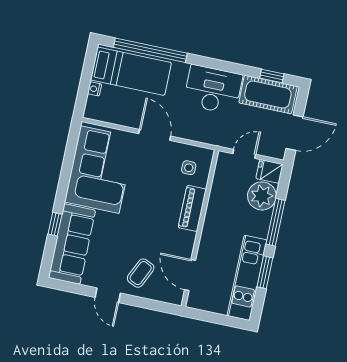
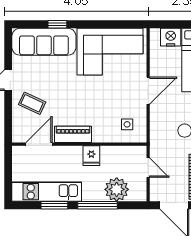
nightstand: (95, 89) -> (171, 37), width x1.89, depth x1.79
fridge: (269, 171) -> (91, 156), moved, turned 180
piano: (192, 208) -> (73, 134), moved

